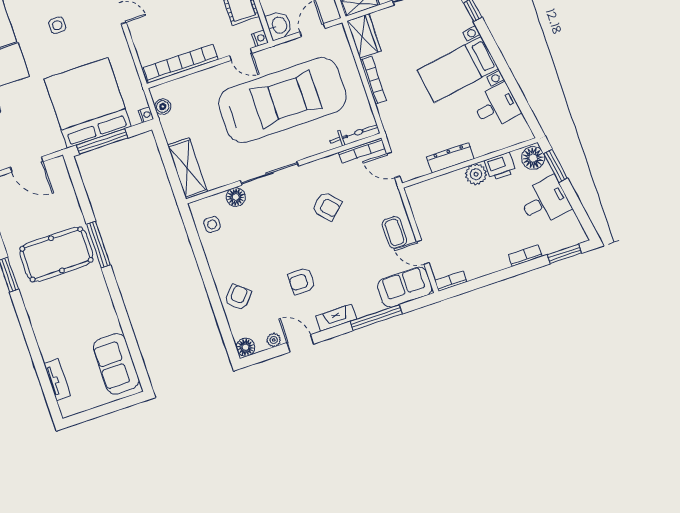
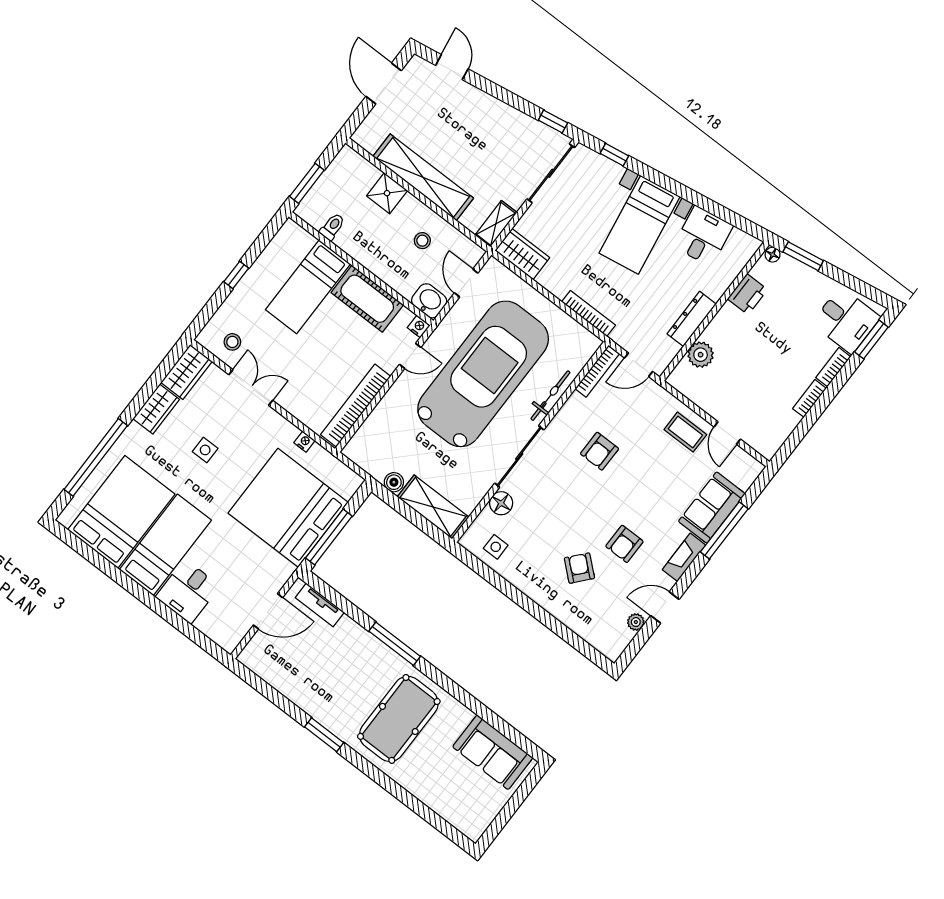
bookcase: (373, 80) -> (588, 313), moved
boiler: (163, 107) -> (394, 482), moved
nightstand: (146, 115) -> (304, 442), moved
bicycle: (354, 134) -> (550, 396), moved
floor lamp: (533, 158) -> (773, 255), width x0.53, depth x0.53
plant: (476, 174) -> (701, 355), moved
desk: (545, 201) -> (846, 320), moved, turned 99
armchair: (327, 206) -> (599, 451), turned 132
door: (423, 252) -> (727, 433), hinge flipped
pool table: (56, 254) -> (399, 719), moved
bookcase: (451, 281) -> (809, 398), moved
sofa: (405, 287) -> (712, 508), moved
armchair: (238, 297) -> (579, 568), moved
floor lamp: (246, 347) -> (612, 648), removed
tv unit: (57, 380) -> (320, 605), moved, turned 180

